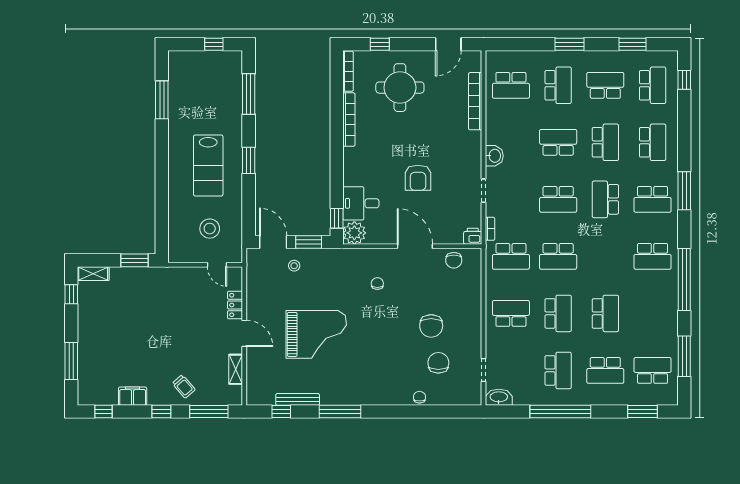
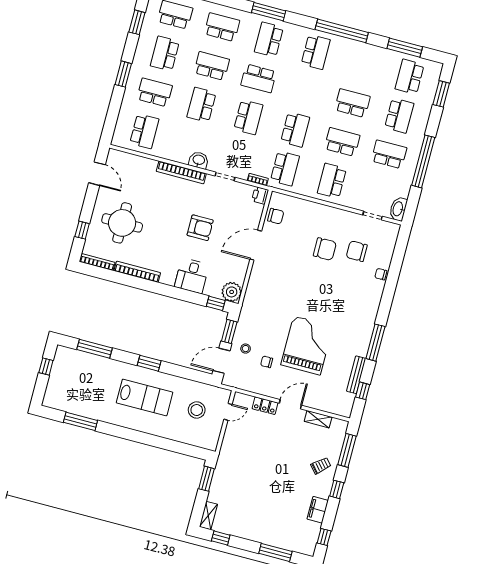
bookcase: (475, 101) -> (181, 172), moved
school desk: (653, 199) -> (269, 40), turned 180
desk: (361, 203) -> (192, 276), moved
chair: (377, 284) -> (267, 362), moved

